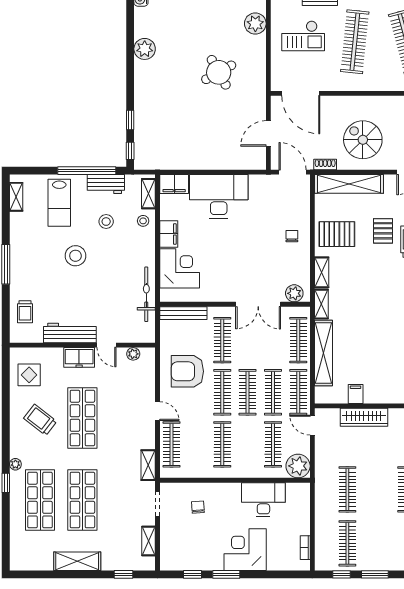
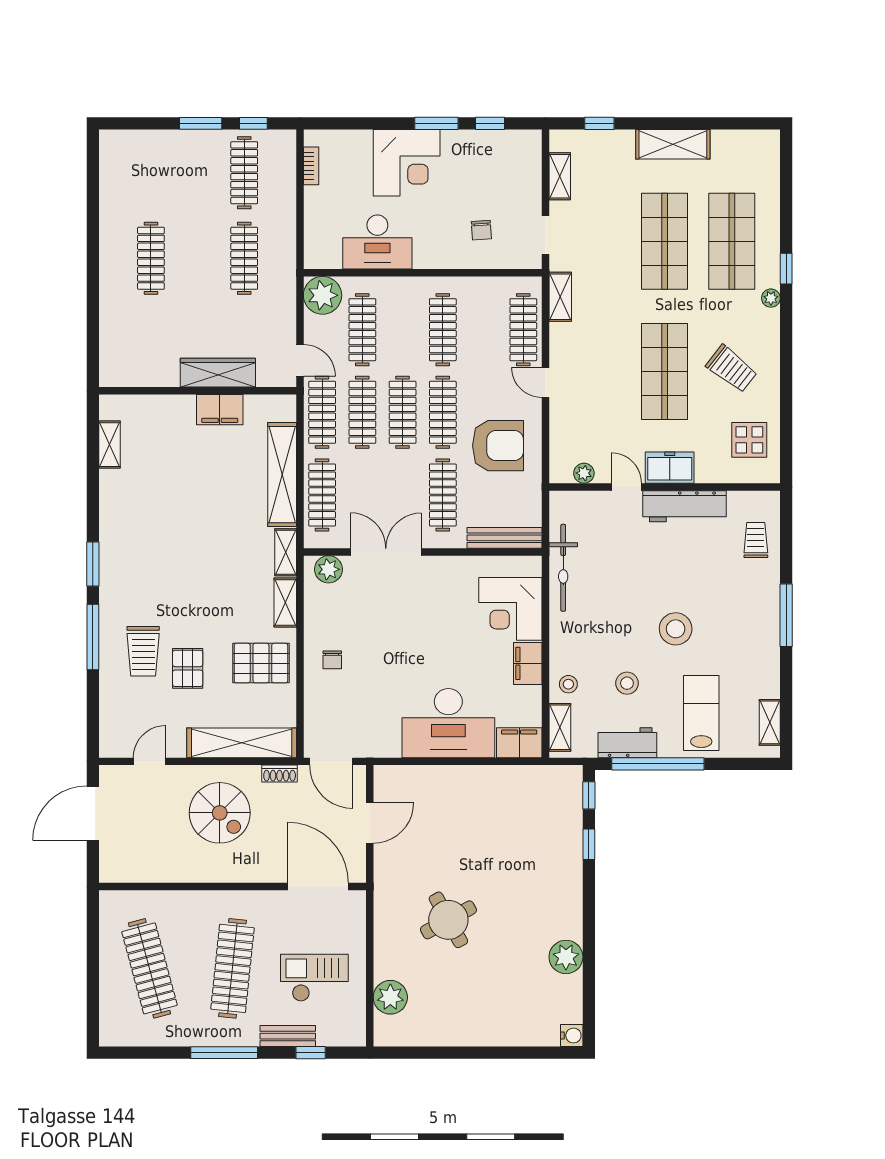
filing cabinet: (356, 394) -> (220, 410), width x2.00

